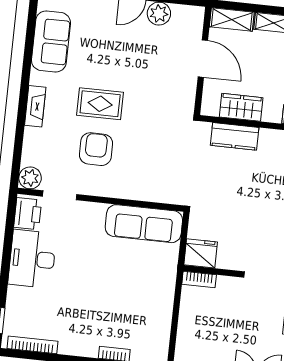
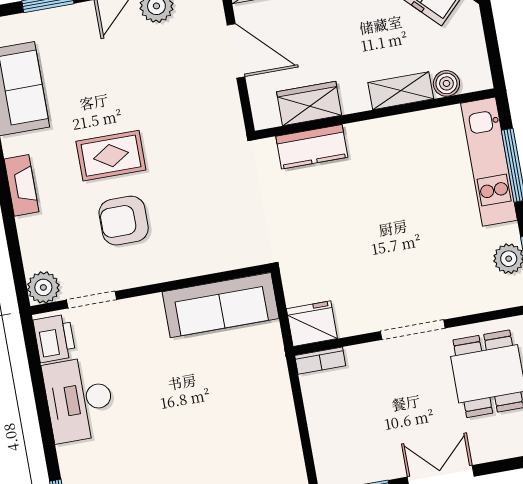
armchair: (96, 149) -> (124, 221), turned -90

